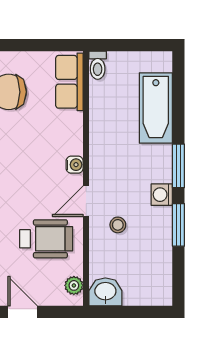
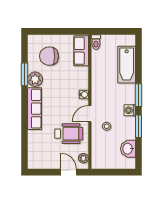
washbasin: (105, 292) -> (128, 149), moved, turned -90
door: (23, 312) -> (69, 172), moved

